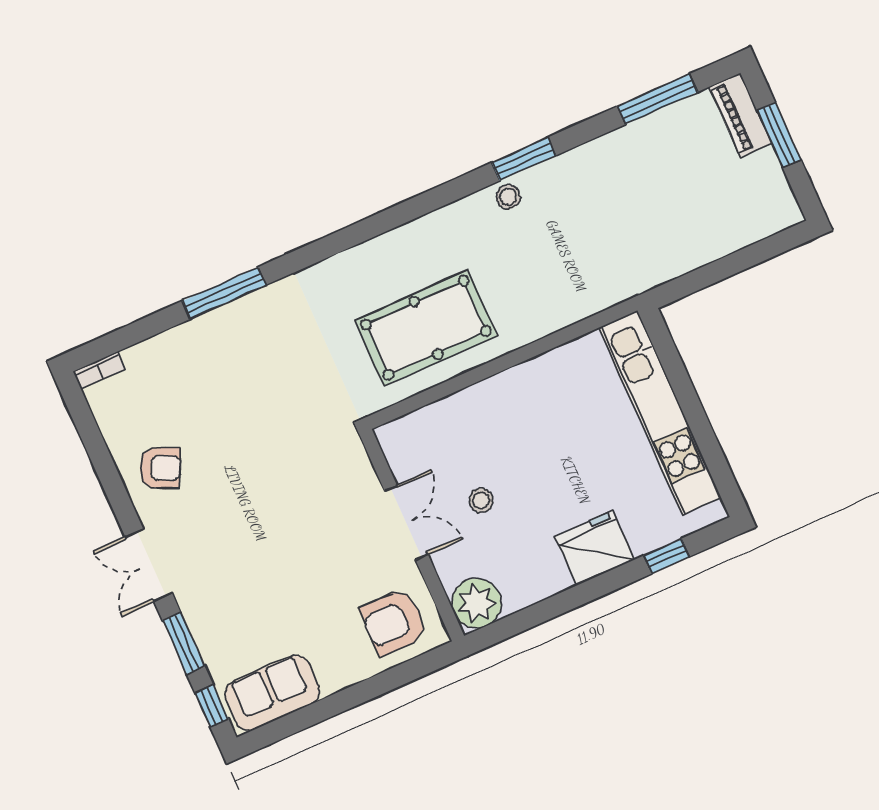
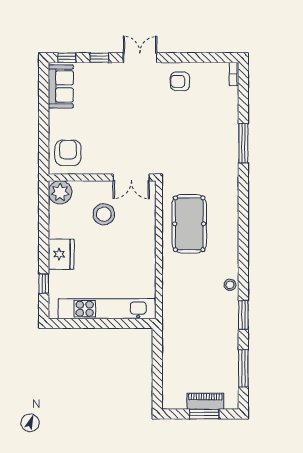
piano: (740, 115) -> (205, 401), moved
window: (524, 159) -> (243, 315), moved
armchair: (160, 468) -> (180, 81), turned 65
stool: (481, 500) -> (104, 214), width x1.89, depth x1.89
double door: (406, 523) -> (131, 177), moved
window: (184, 643) -> (99, 58), width x0.67

